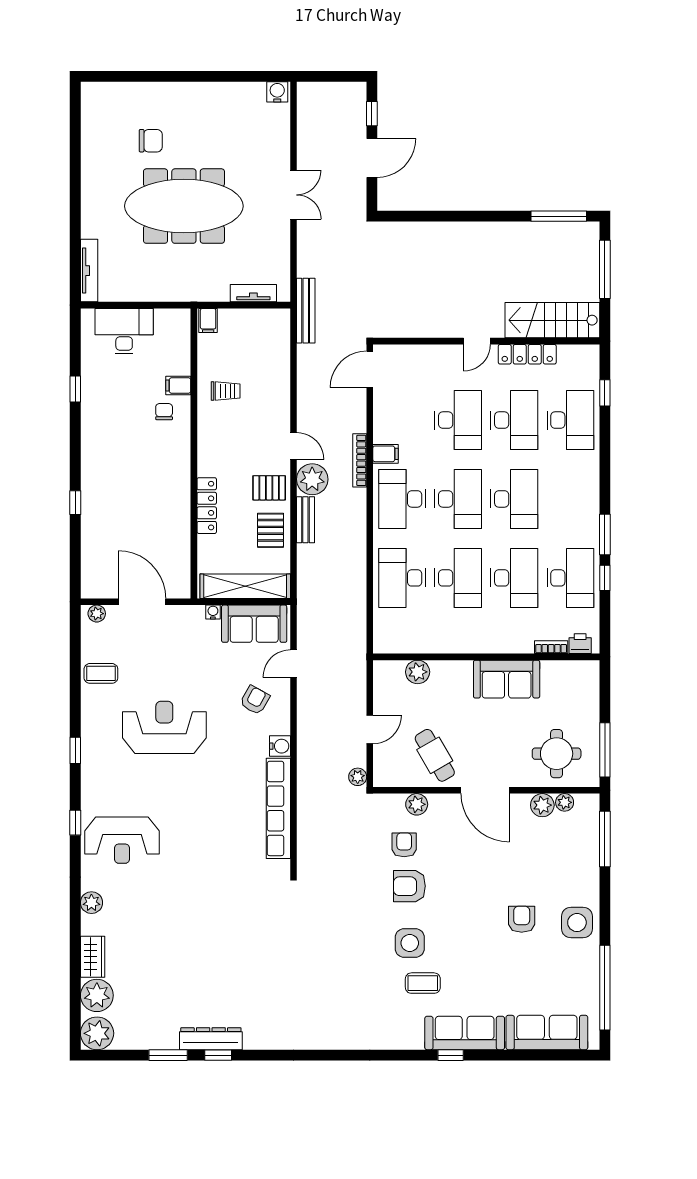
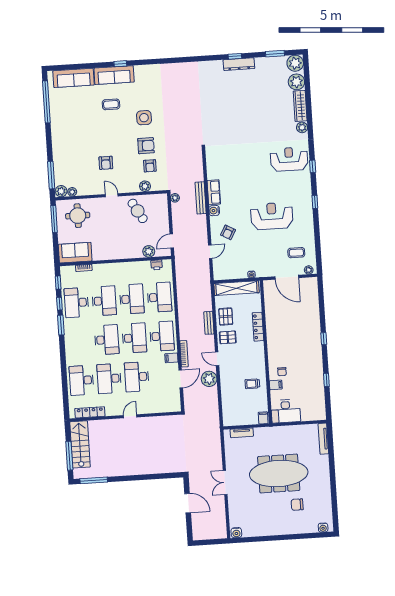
water cooler: (101, 91) -> (323, 528), added
window: (372, 114) -> (189, 525), removed
door: (372, 158) -> (188, 503), swing flipped
bench: (306, 311) -> (201, 198), moved
stairs: (552, 320) -> (80, 444), moved, turned -90
desk: (124, 331) -> (286, 411), moved
locker: (527, 354) -> (90, 412), moved
door: (370, 369) -> (181, 379), moved
window: (605, 393) -> (58, 283), moved
plant: (312, 479) -> (209, 379), moved
desk: (458, 499) -> (134, 338), turned 180
desk: (514, 499) -> (107, 340), turned 180
window: (75, 503) -> (324, 339), moved
desk: (458, 578) -> (132, 299), turned 180
desk: (514, 578) -> (104, 301), turned 180
sofa: (254, 624) -> (231, 270), removed
printer: (580, 644) -> (157, 265), moved
coffee table: (101, 673) -> (296, 253), moved
sofa: (507, 679) -> (75, 253), moved
reception desk: (164, 727) -> (272, 216), turned 180
door: (370, 729) -> (172, 241), moved
door: (485, 790) -> (112, 195), width x0.53
plant: (542, 805) -> (61, 191), moved
row of seats: (278, 808) -> (214, 192), width x0.50
armchair: (522, 919) -> (106, 163), moved
side table: (577, 923) -> (62, 133), removed
wardrobe: (93, 957) -> (300, 106), width x1.50
coffee table: (423, 983) -> (111, 104), moved
window: (168, 1055) -> (275, 54), moved

